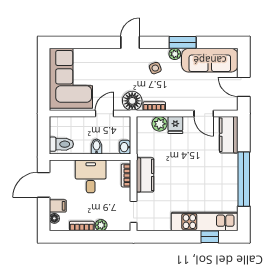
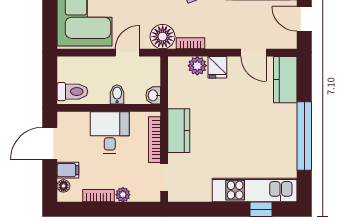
bookcase: (126, 175) -> (155, 140), width x1.56

